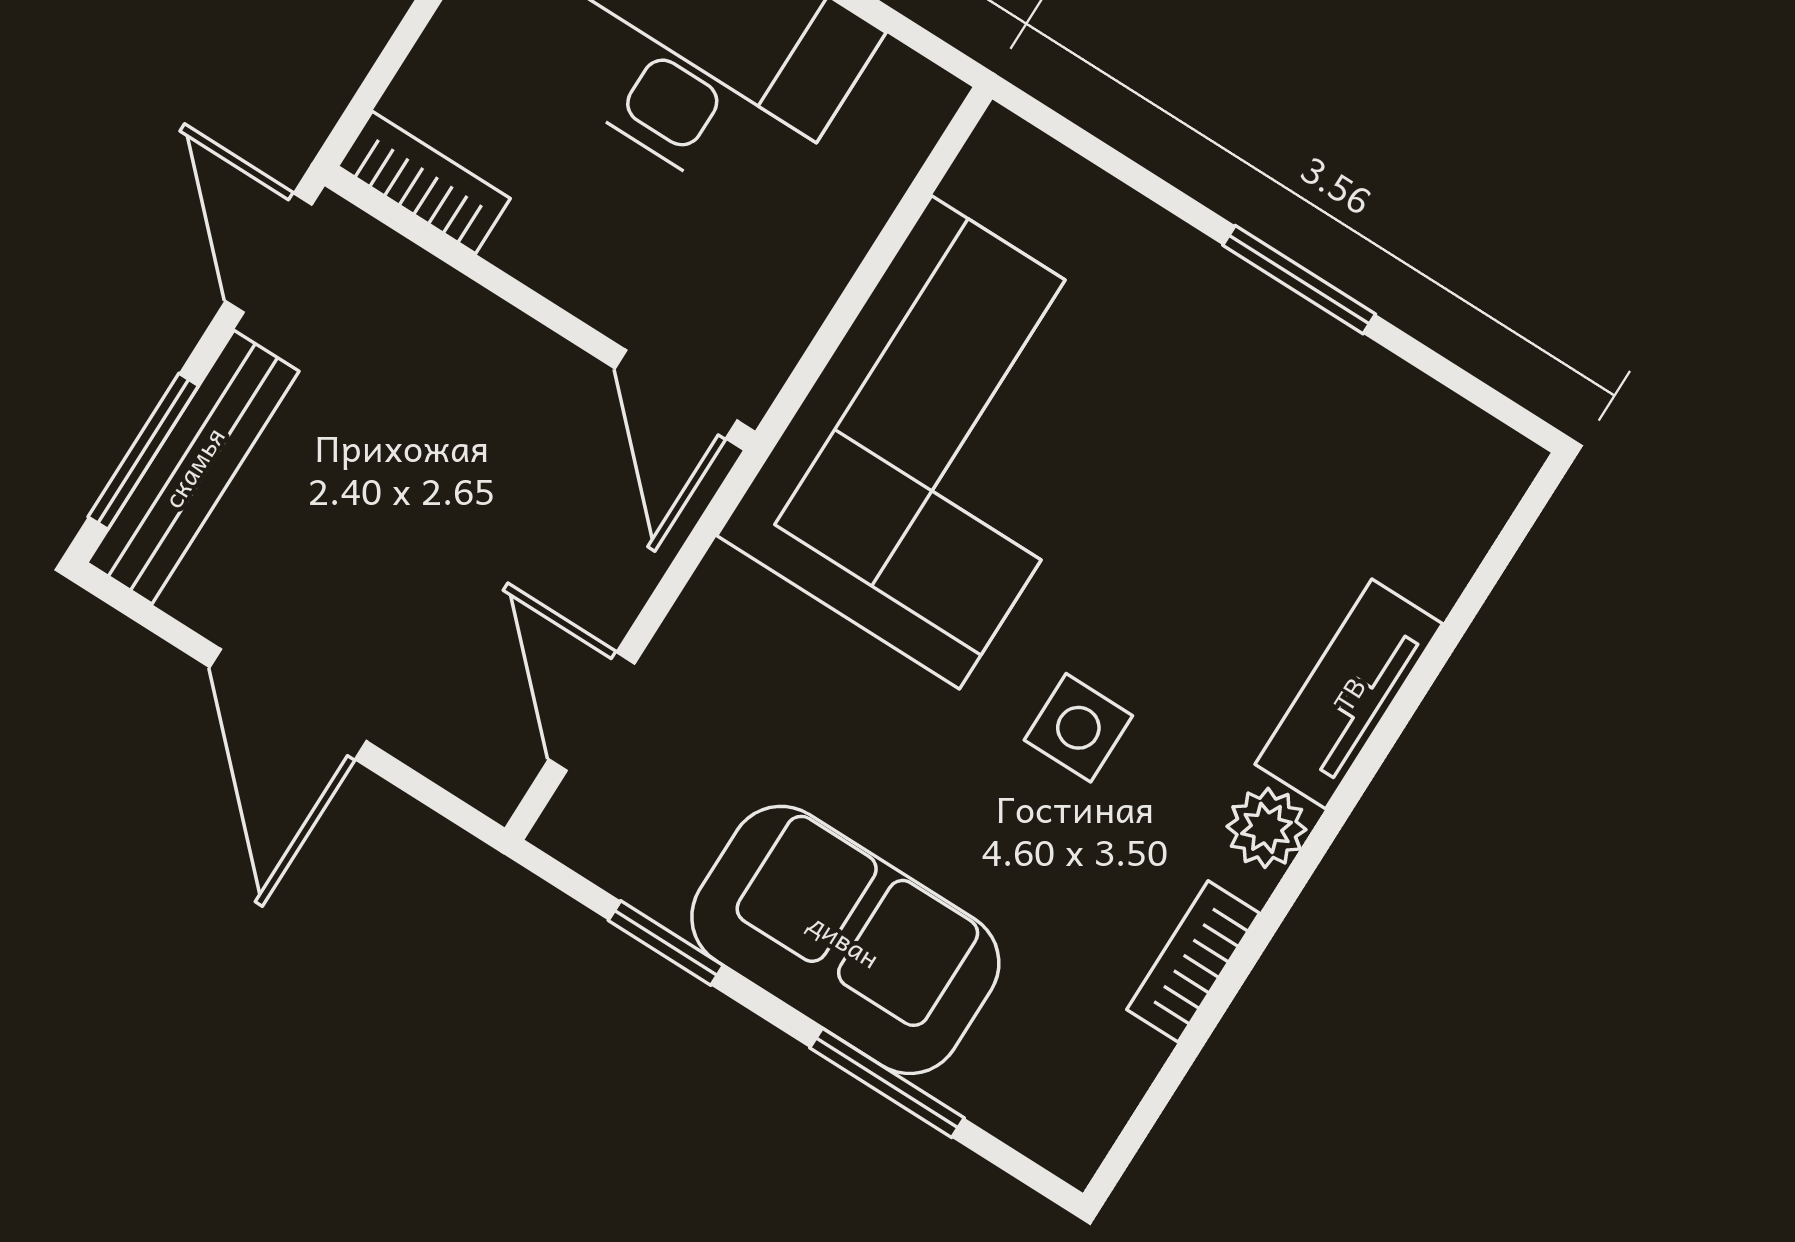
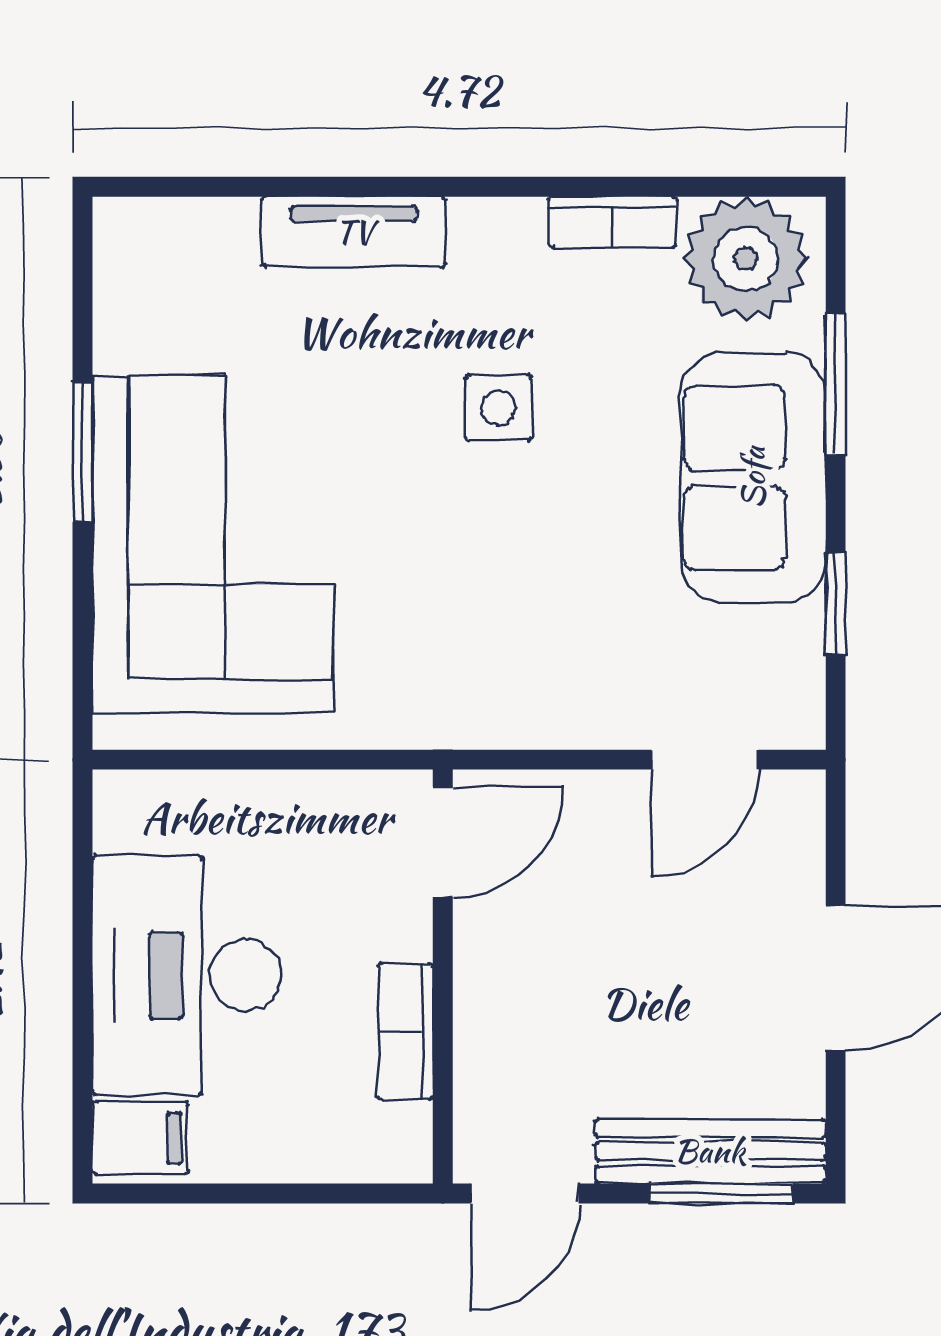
bookcase: (424, 182) -> (406, 1031), moved
corner sofa: (945, 442) -> (213, 544), moved, turned 90
plant: (1267, 828) -> (745, 259), moved, width x1.87, depth x1.87

